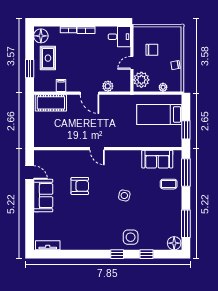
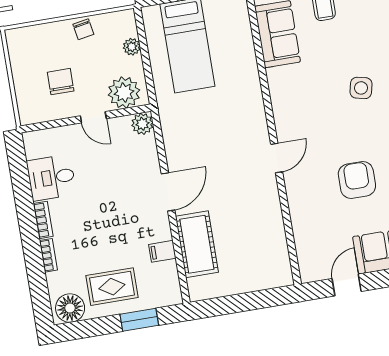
desk: (119, 37) -> (51, 178), moved, turned -90
plant: (108, 86) -> (142, 124), moved
cot: (51, 103) -> (197, 244), moved

